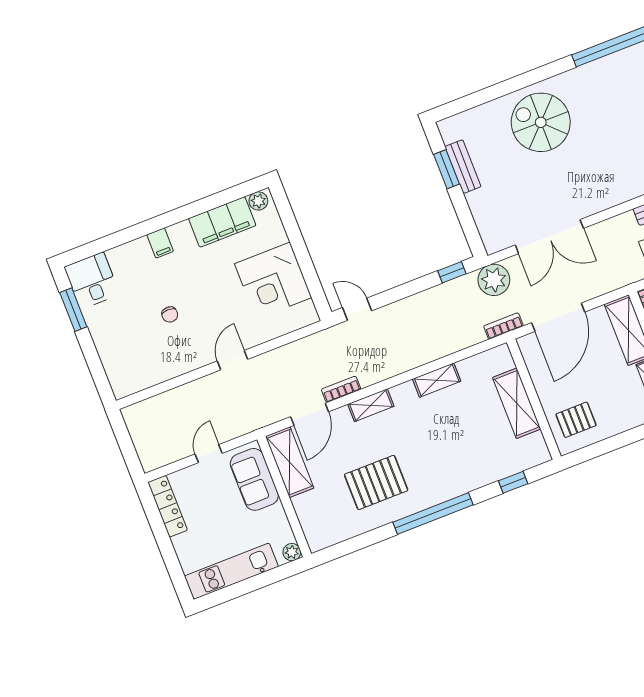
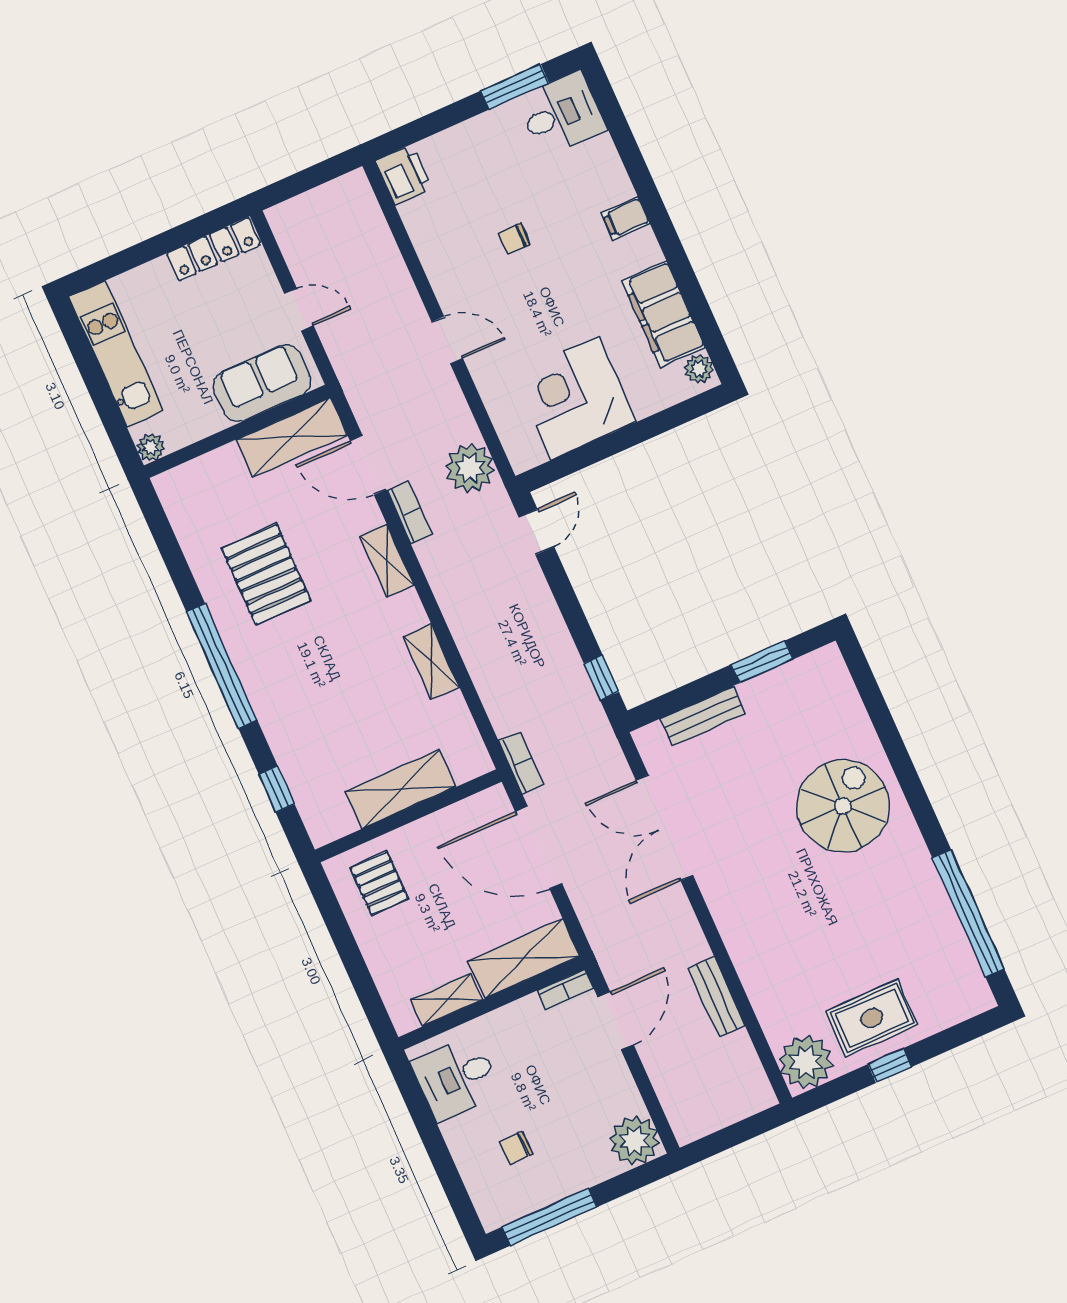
bench: (463, 167) -> (703, 716), moved
plant: (494, 280) -> (470, 468), moved
printer: (126, 383) -> (404, 175), added

